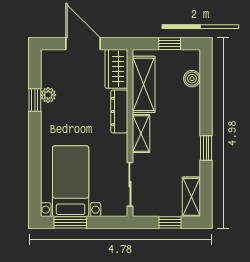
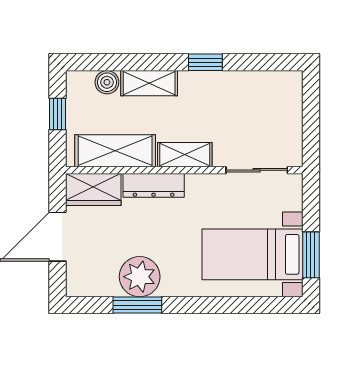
plant: (48, 95) -> (140, 277), width x1.87, depth x1.87
window: (35, 100) -> (137, 305), width x1.50
shelving: (191, 197) -> (149, 83), moved
window: (170, 222) -> (311, 113), removed

